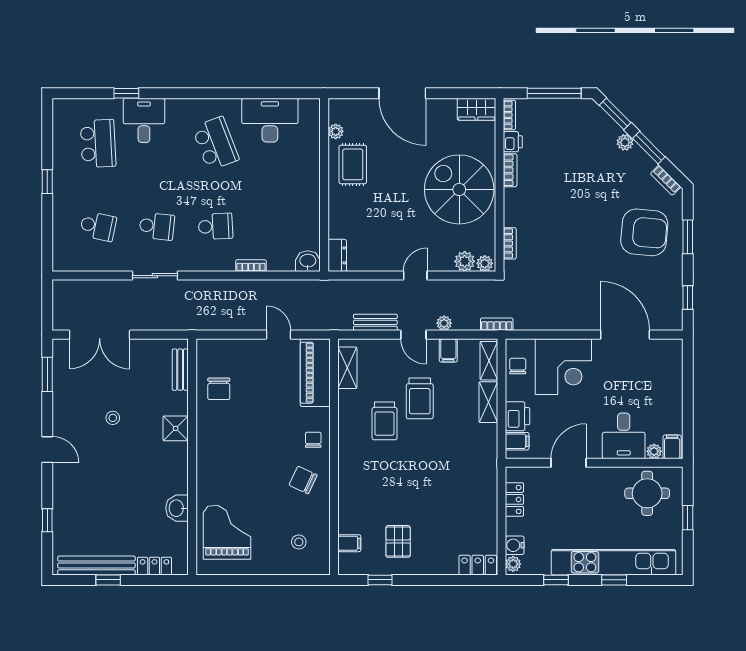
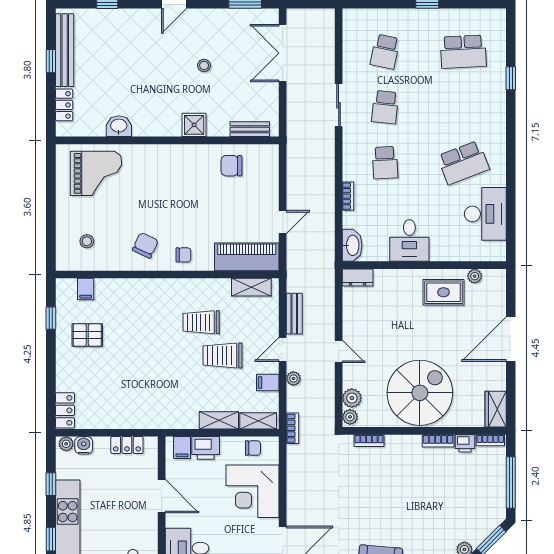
desk: (144, 120) -> (409, 241), moved, turned 90
washbasin: (308, 261) -> (352, 245), width x1.38

